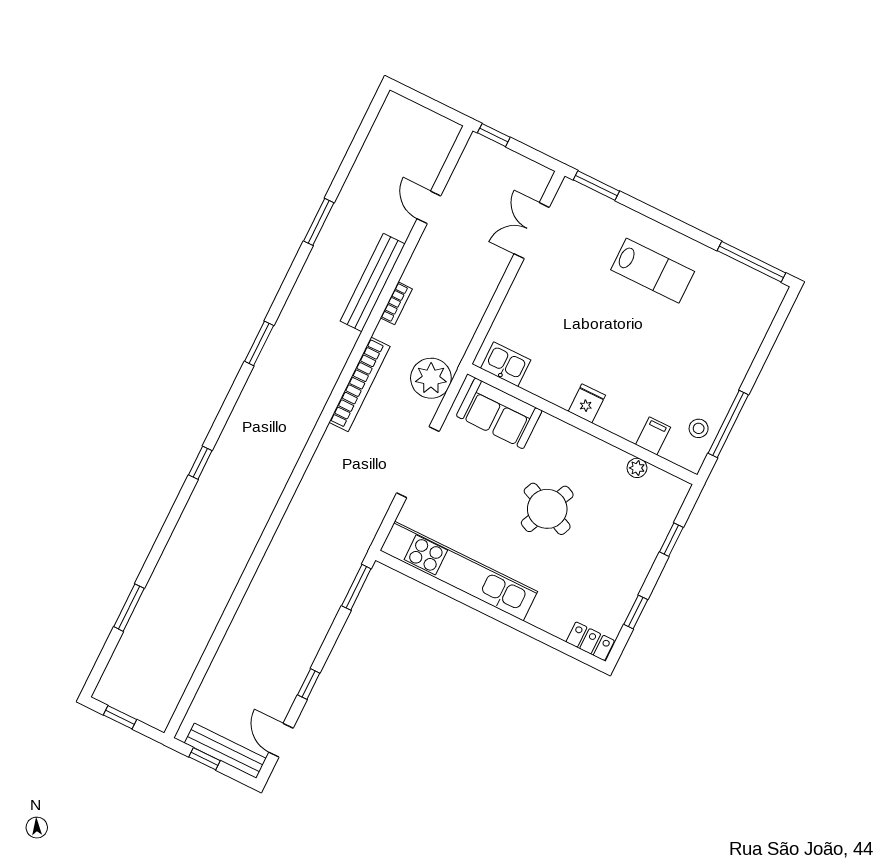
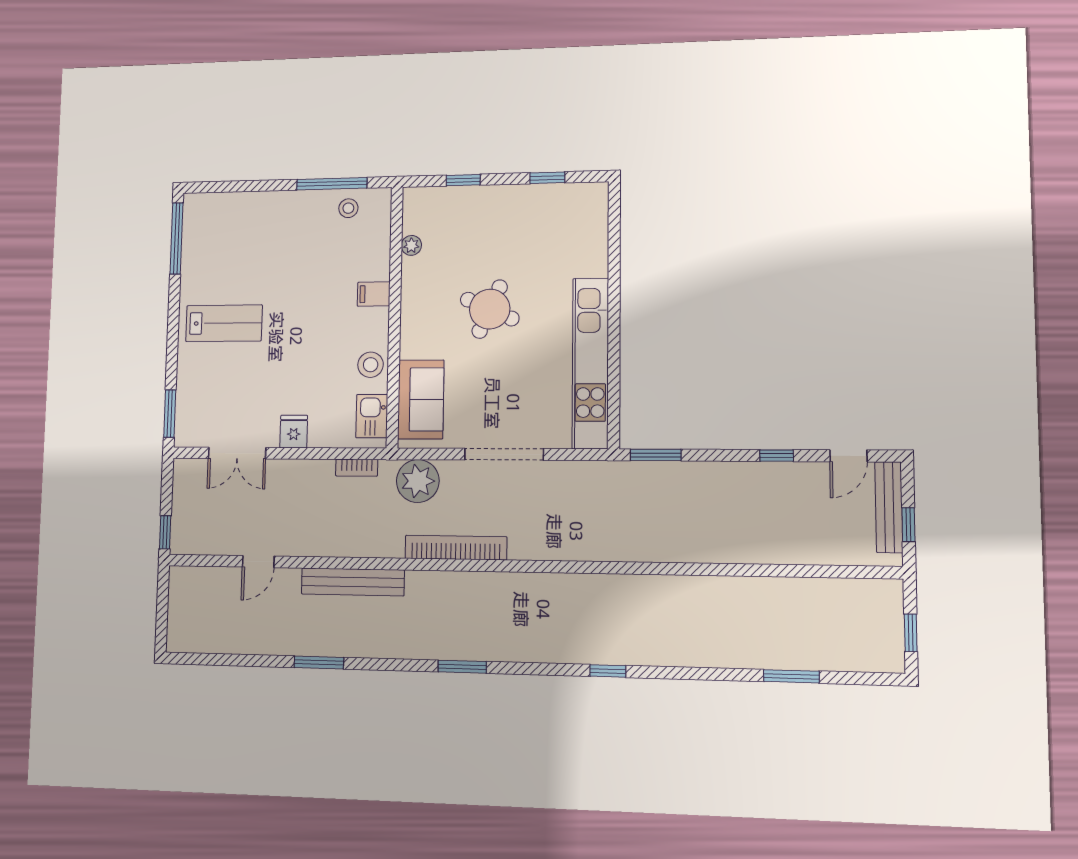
lab bench: (653, 271) -> (224, 323), turned 90
bookcase: (396, 303) -> (357, 468), moved, turned 180
stool: (551, 384) -> (371, 365), added
fridge: (587, 403) -> (294, 432), moved, turned 90
filing cabinet: (653, 436) -> (374, 294), moved
locker: (590, 641) -> (596, 206), removed

